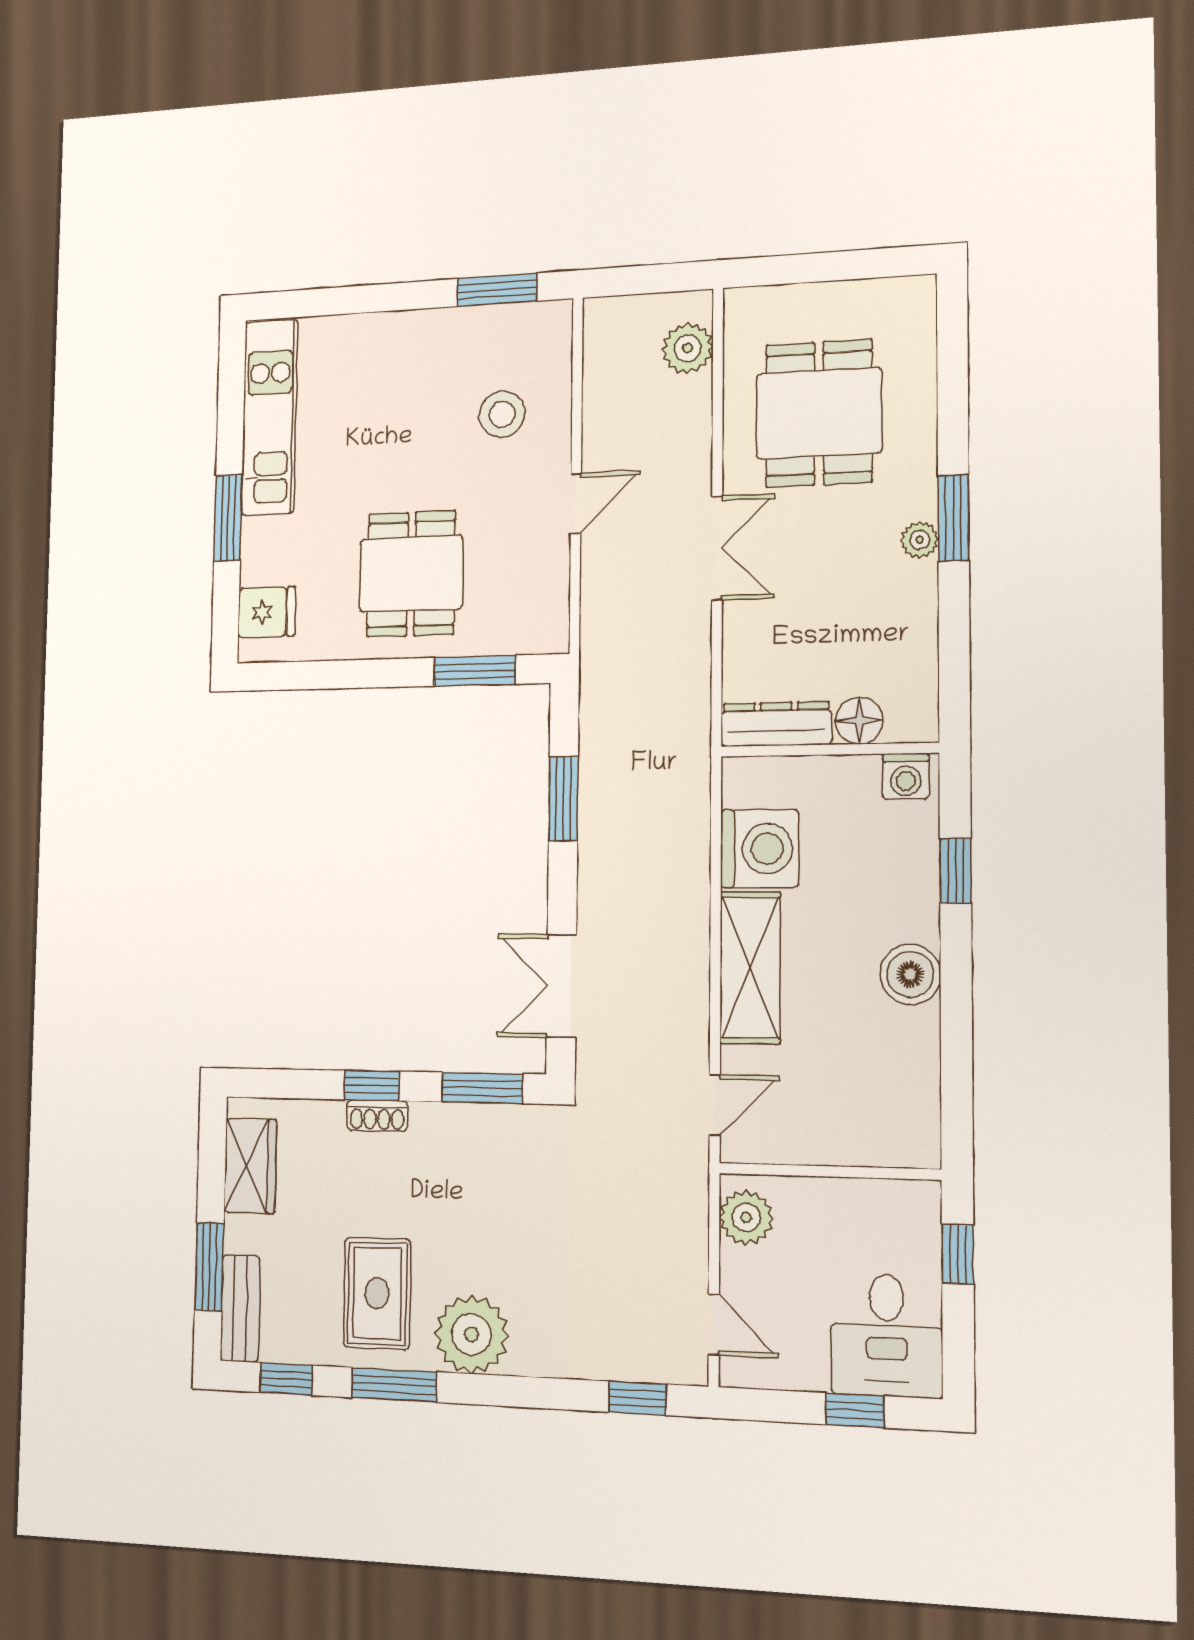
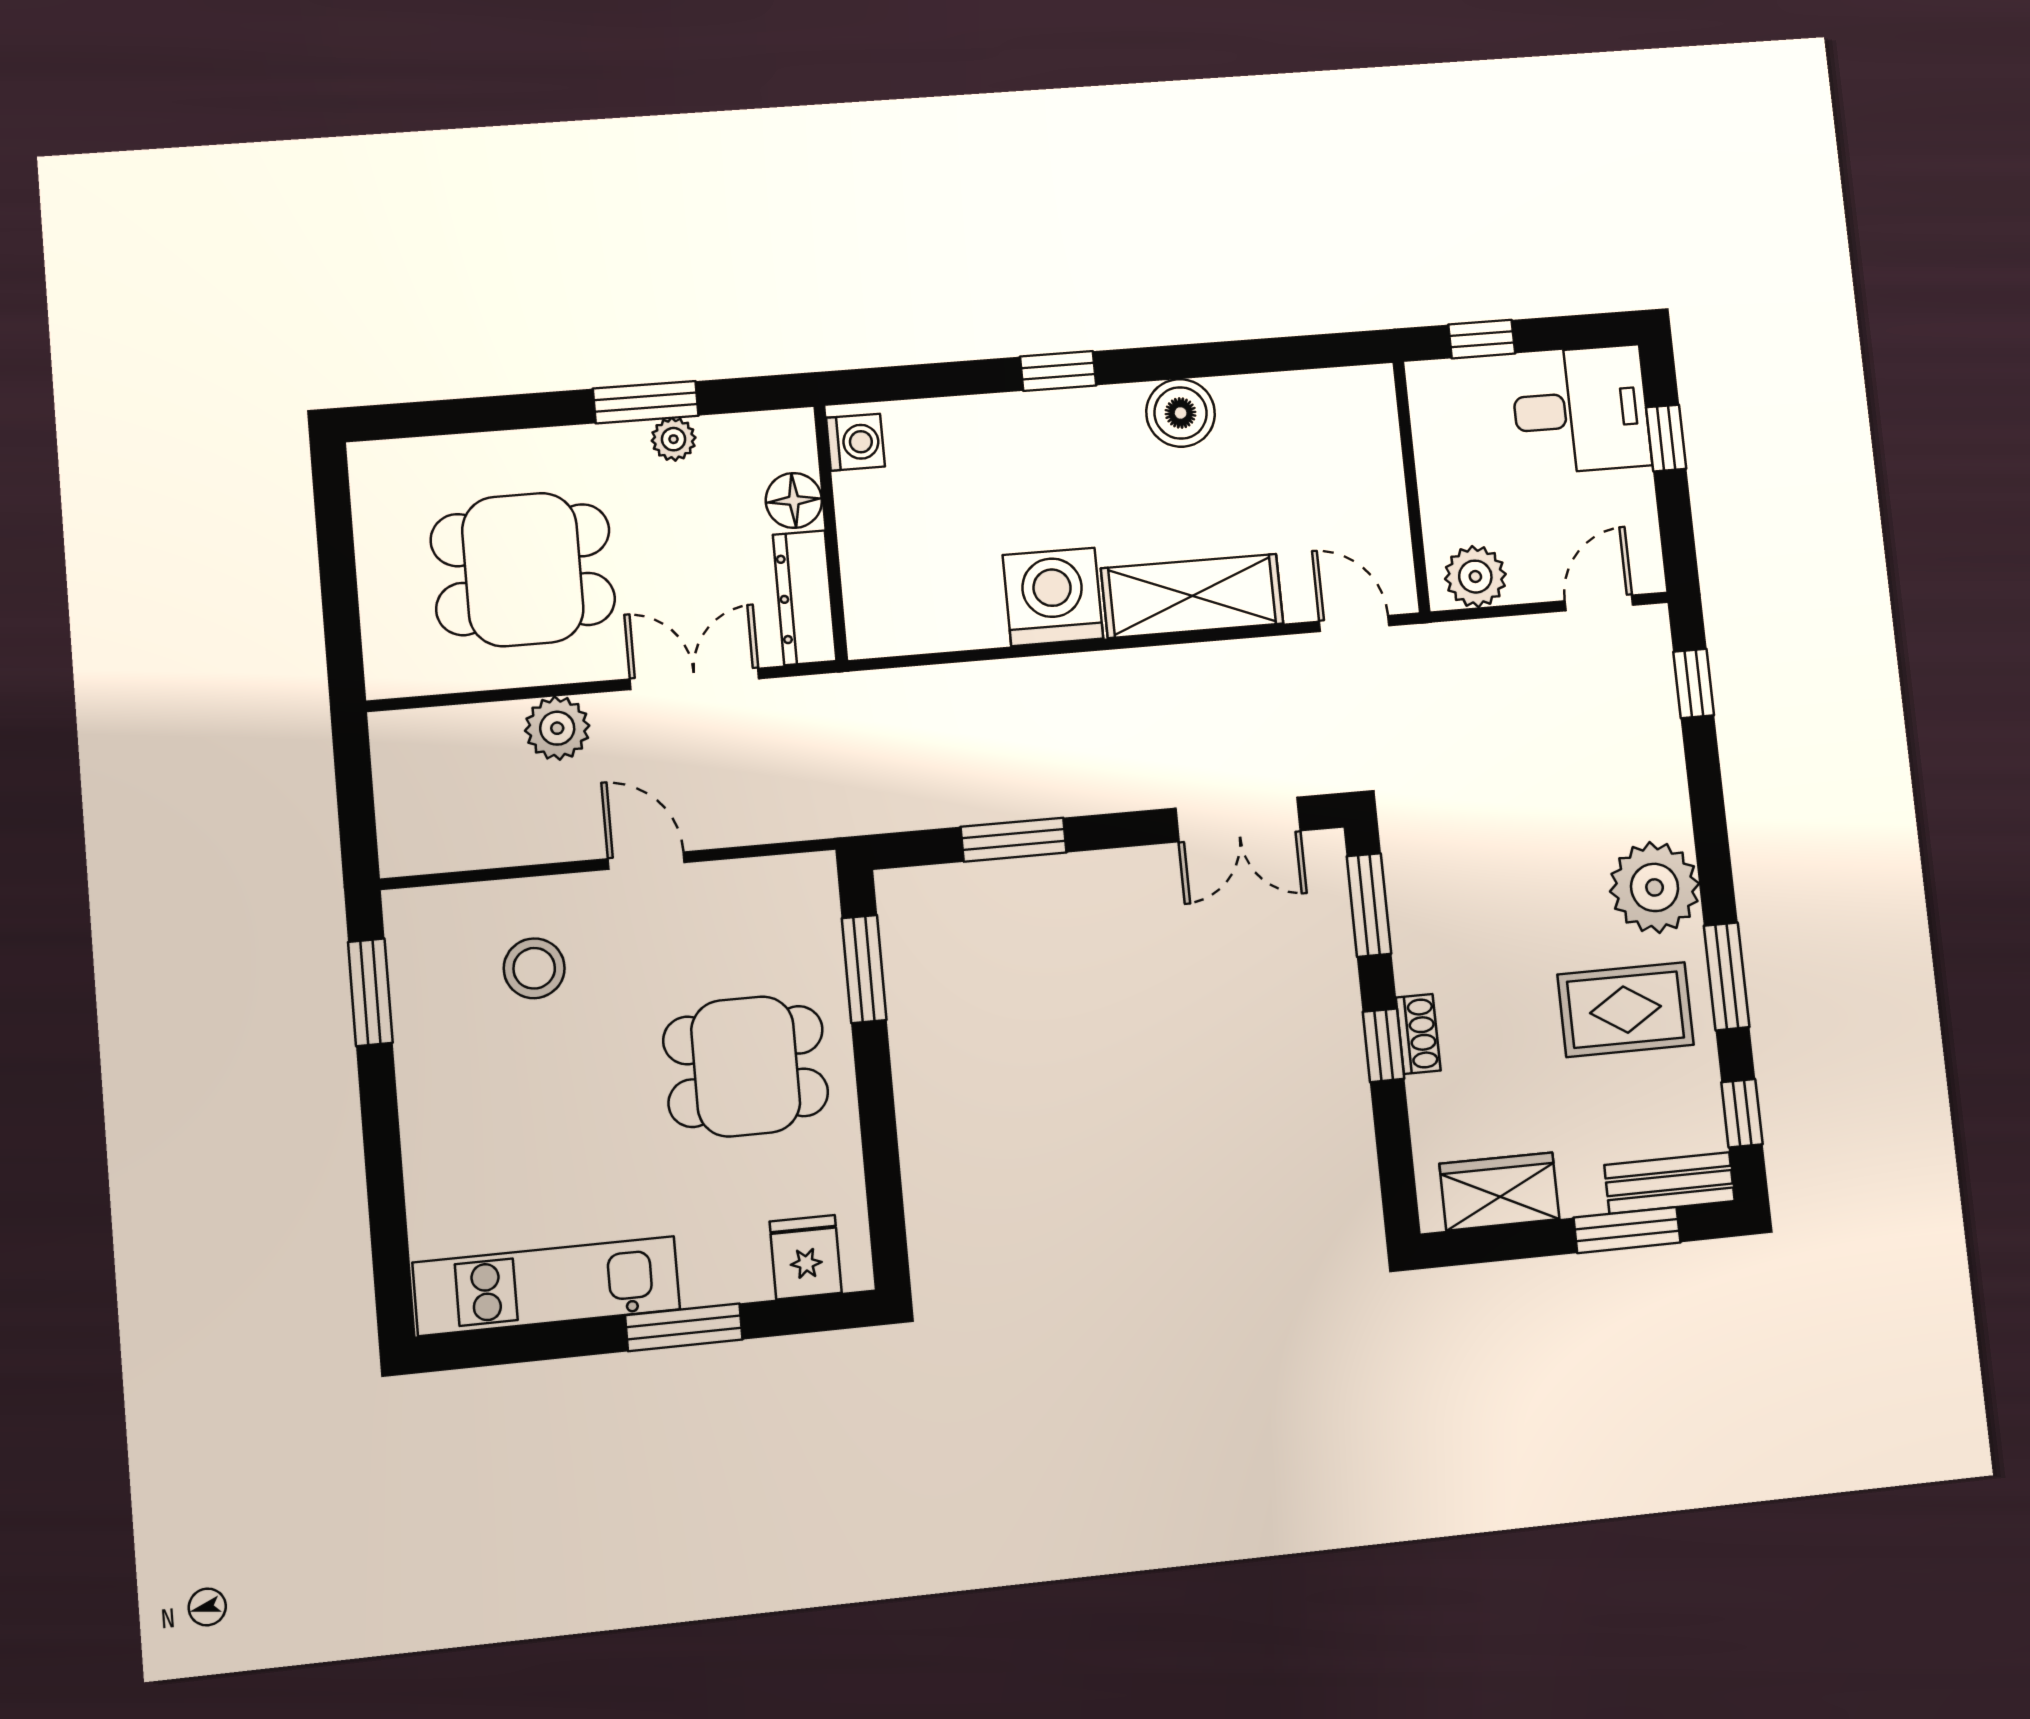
plant: (688, 348) -> (557, 728), moved
floor lamp: (859, 721) -> (794, 500), moved
dresser: (776, 724) -> (805, 598), moved
wall: (829, 750) -> (831, 533), moved
washing machine: (906, 776) -> (856, 442), moved

